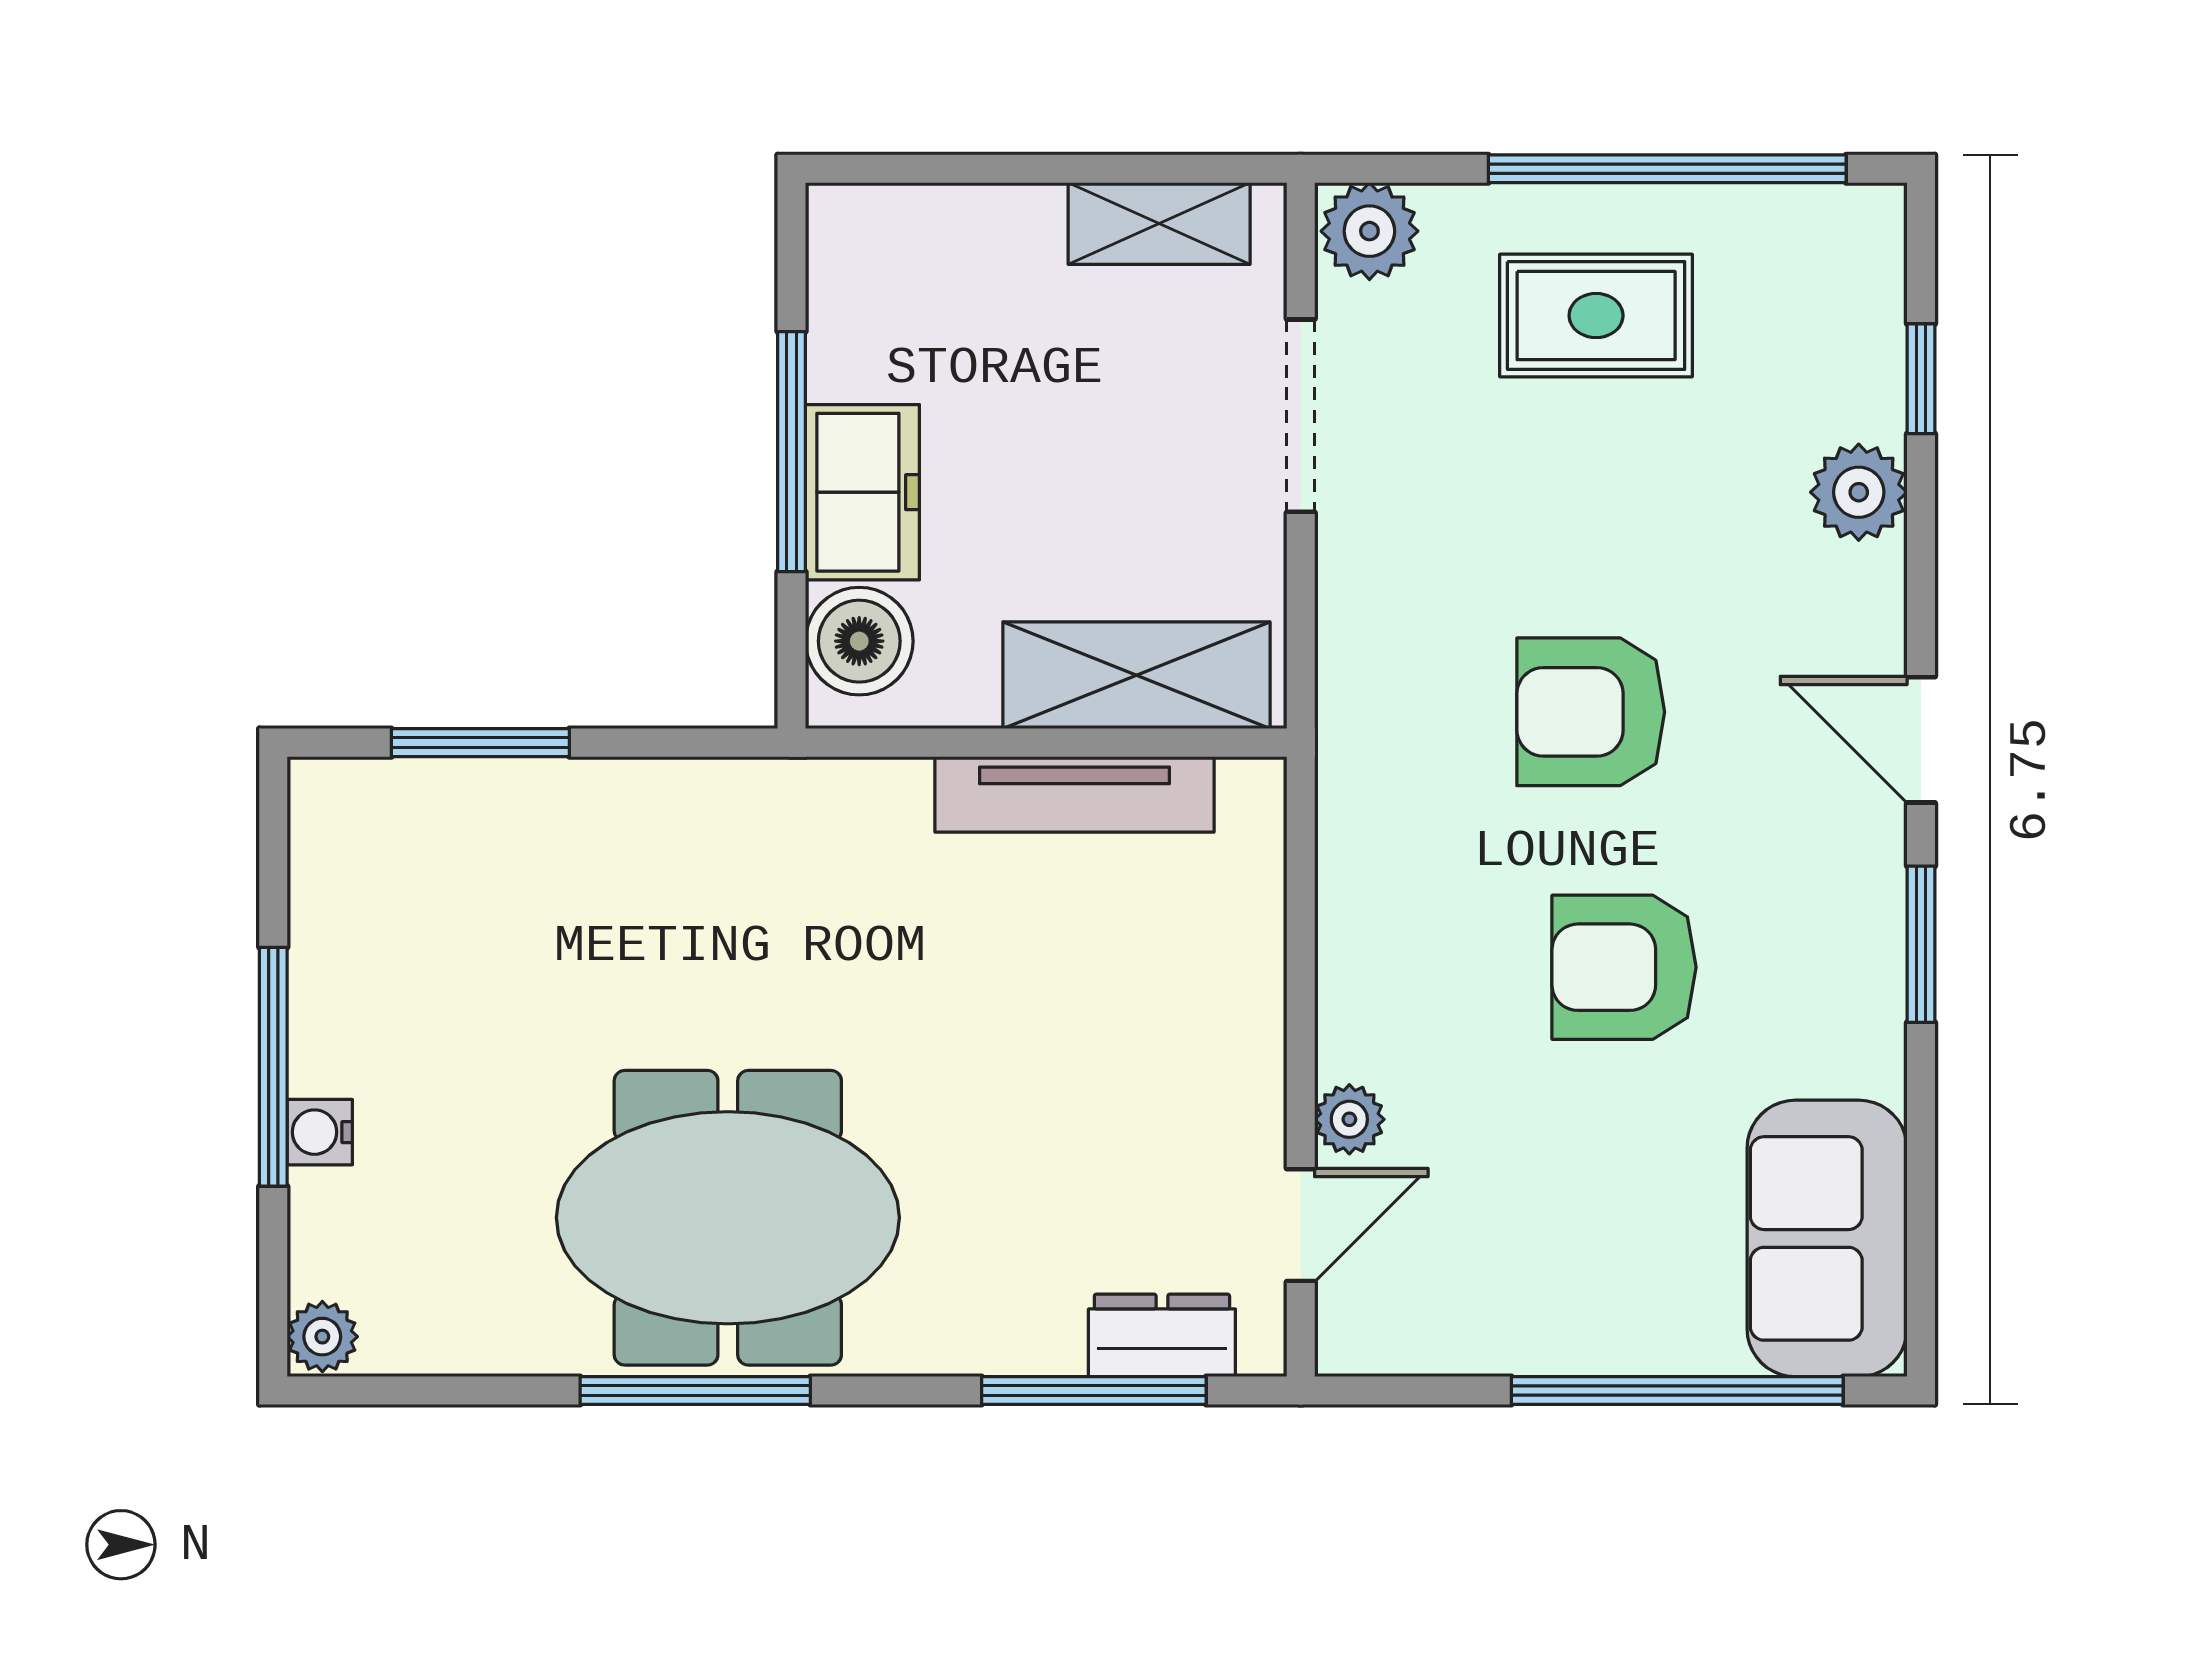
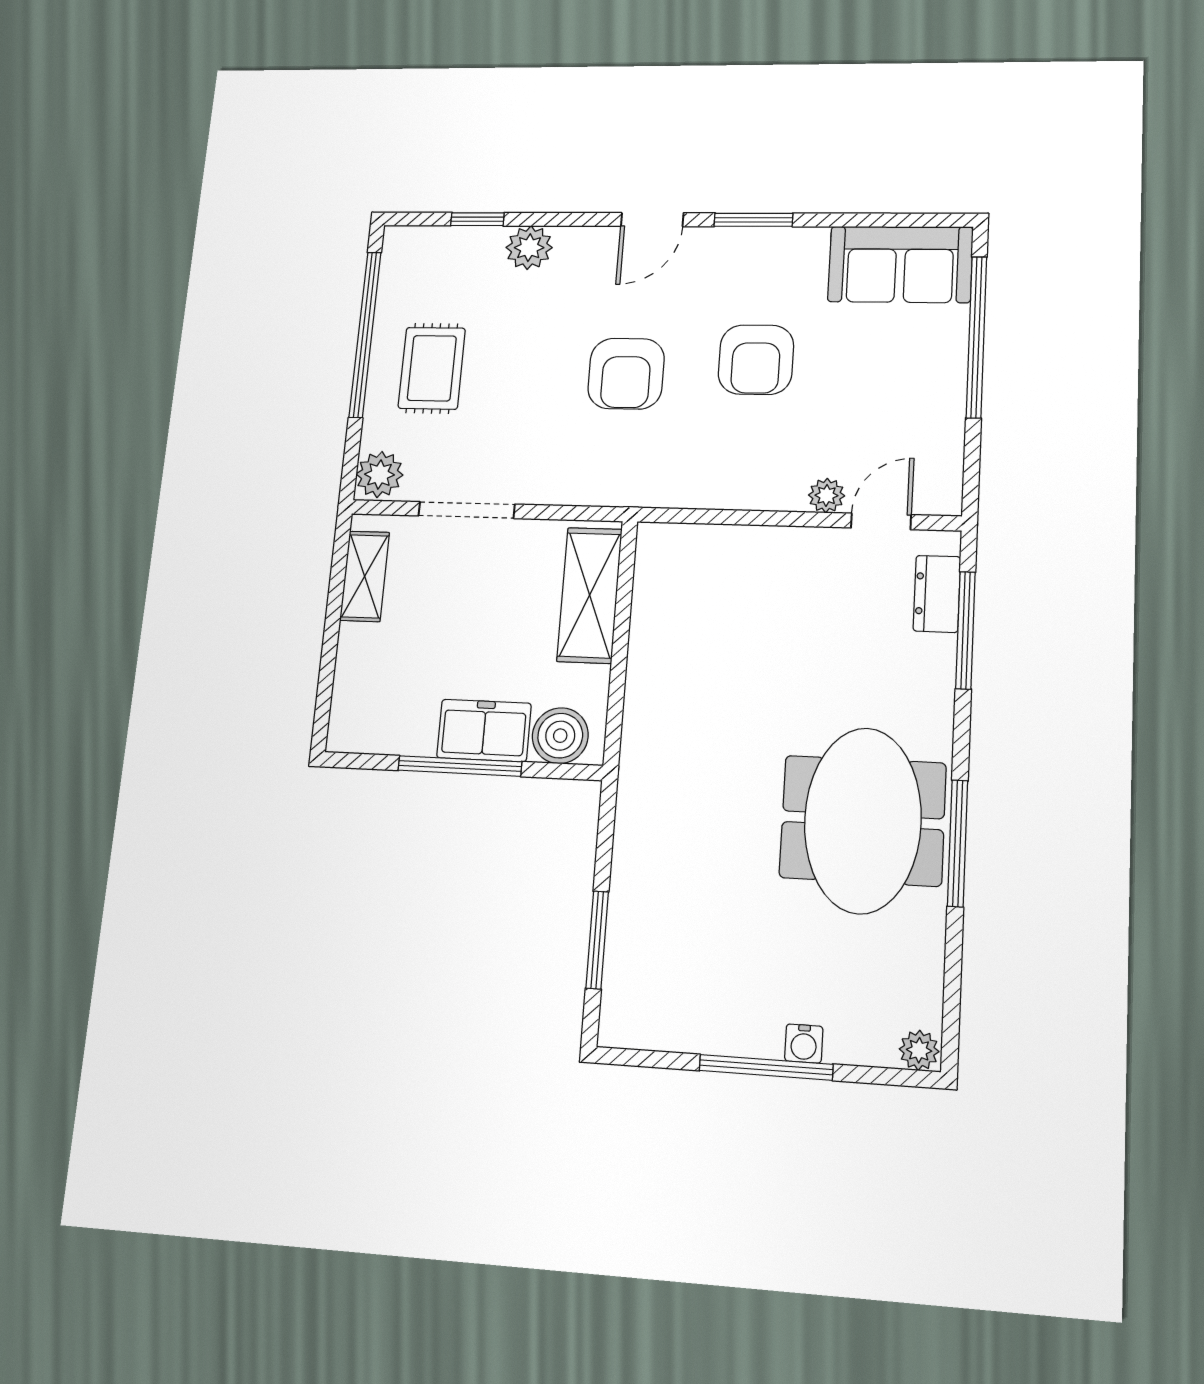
tv unit: (1074, 794) -> (648, 629), removed
door: (1301, 1225) -> (881, 521), hinge flipped

